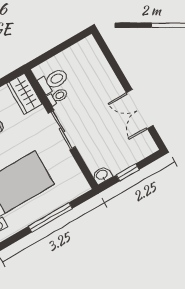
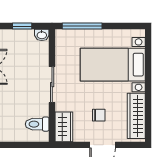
toilet: (58, 96) -> (41, 111), removed
window: (50, 217) -> (82, 26), moved

